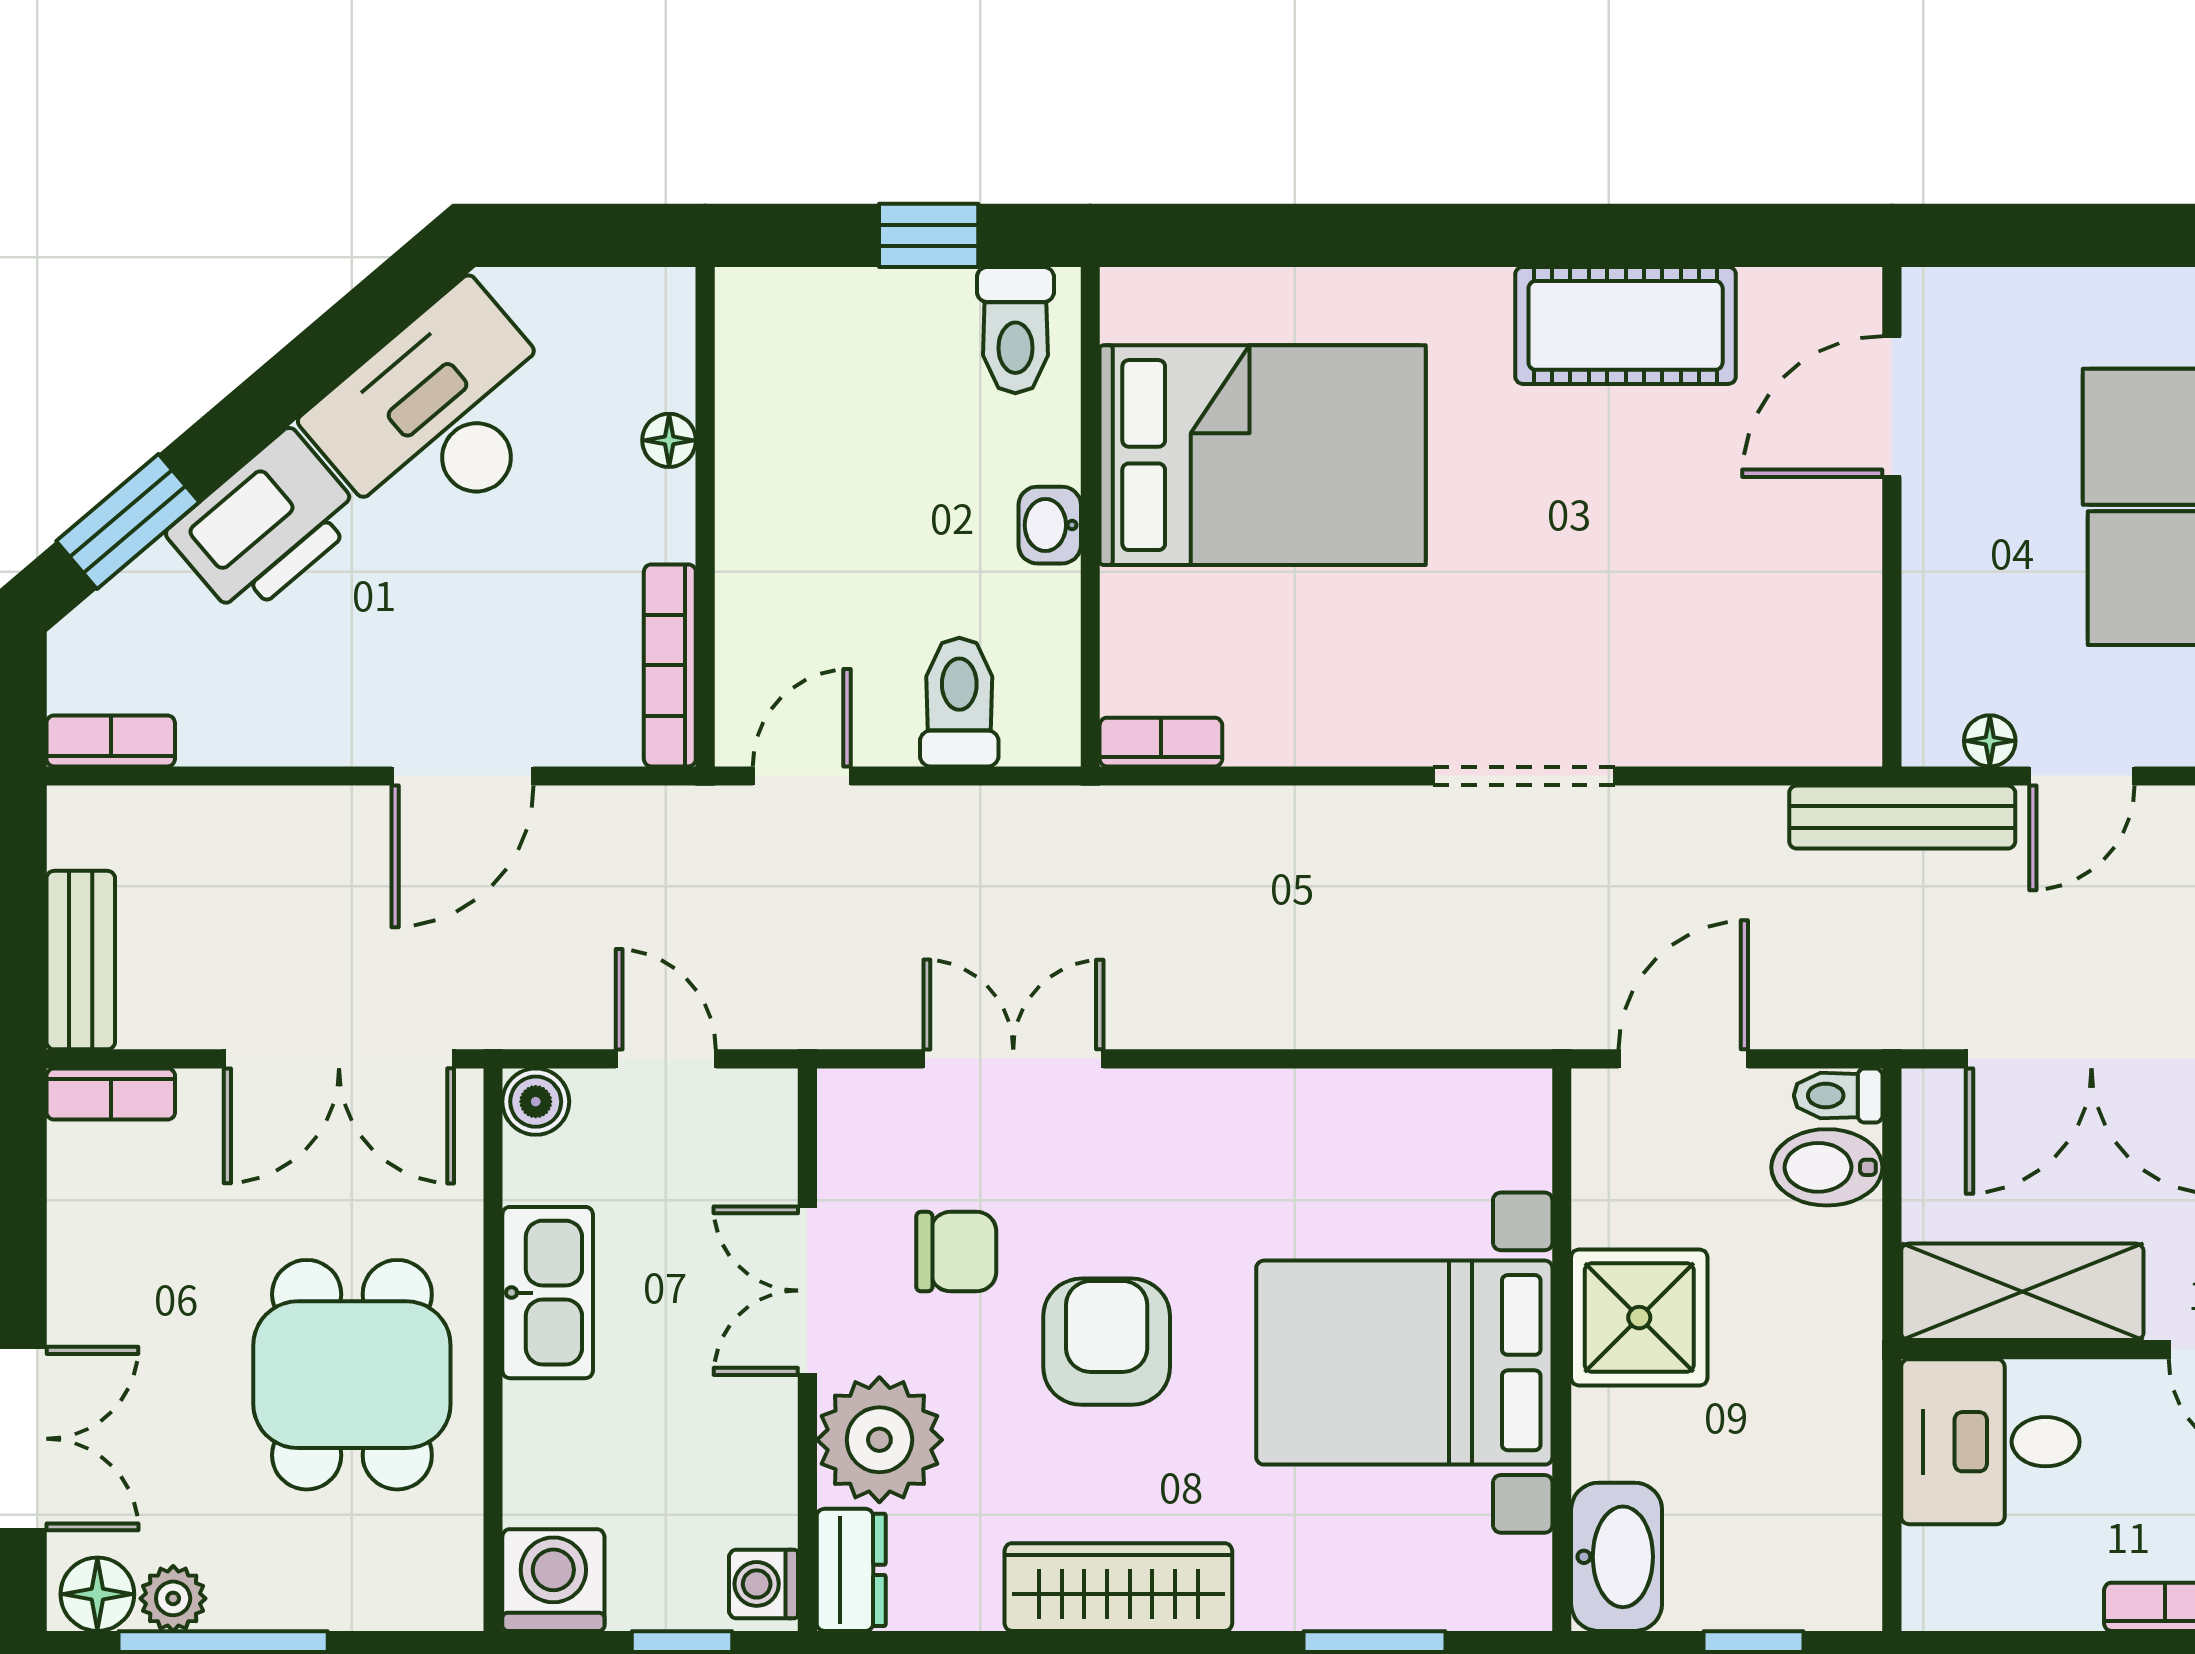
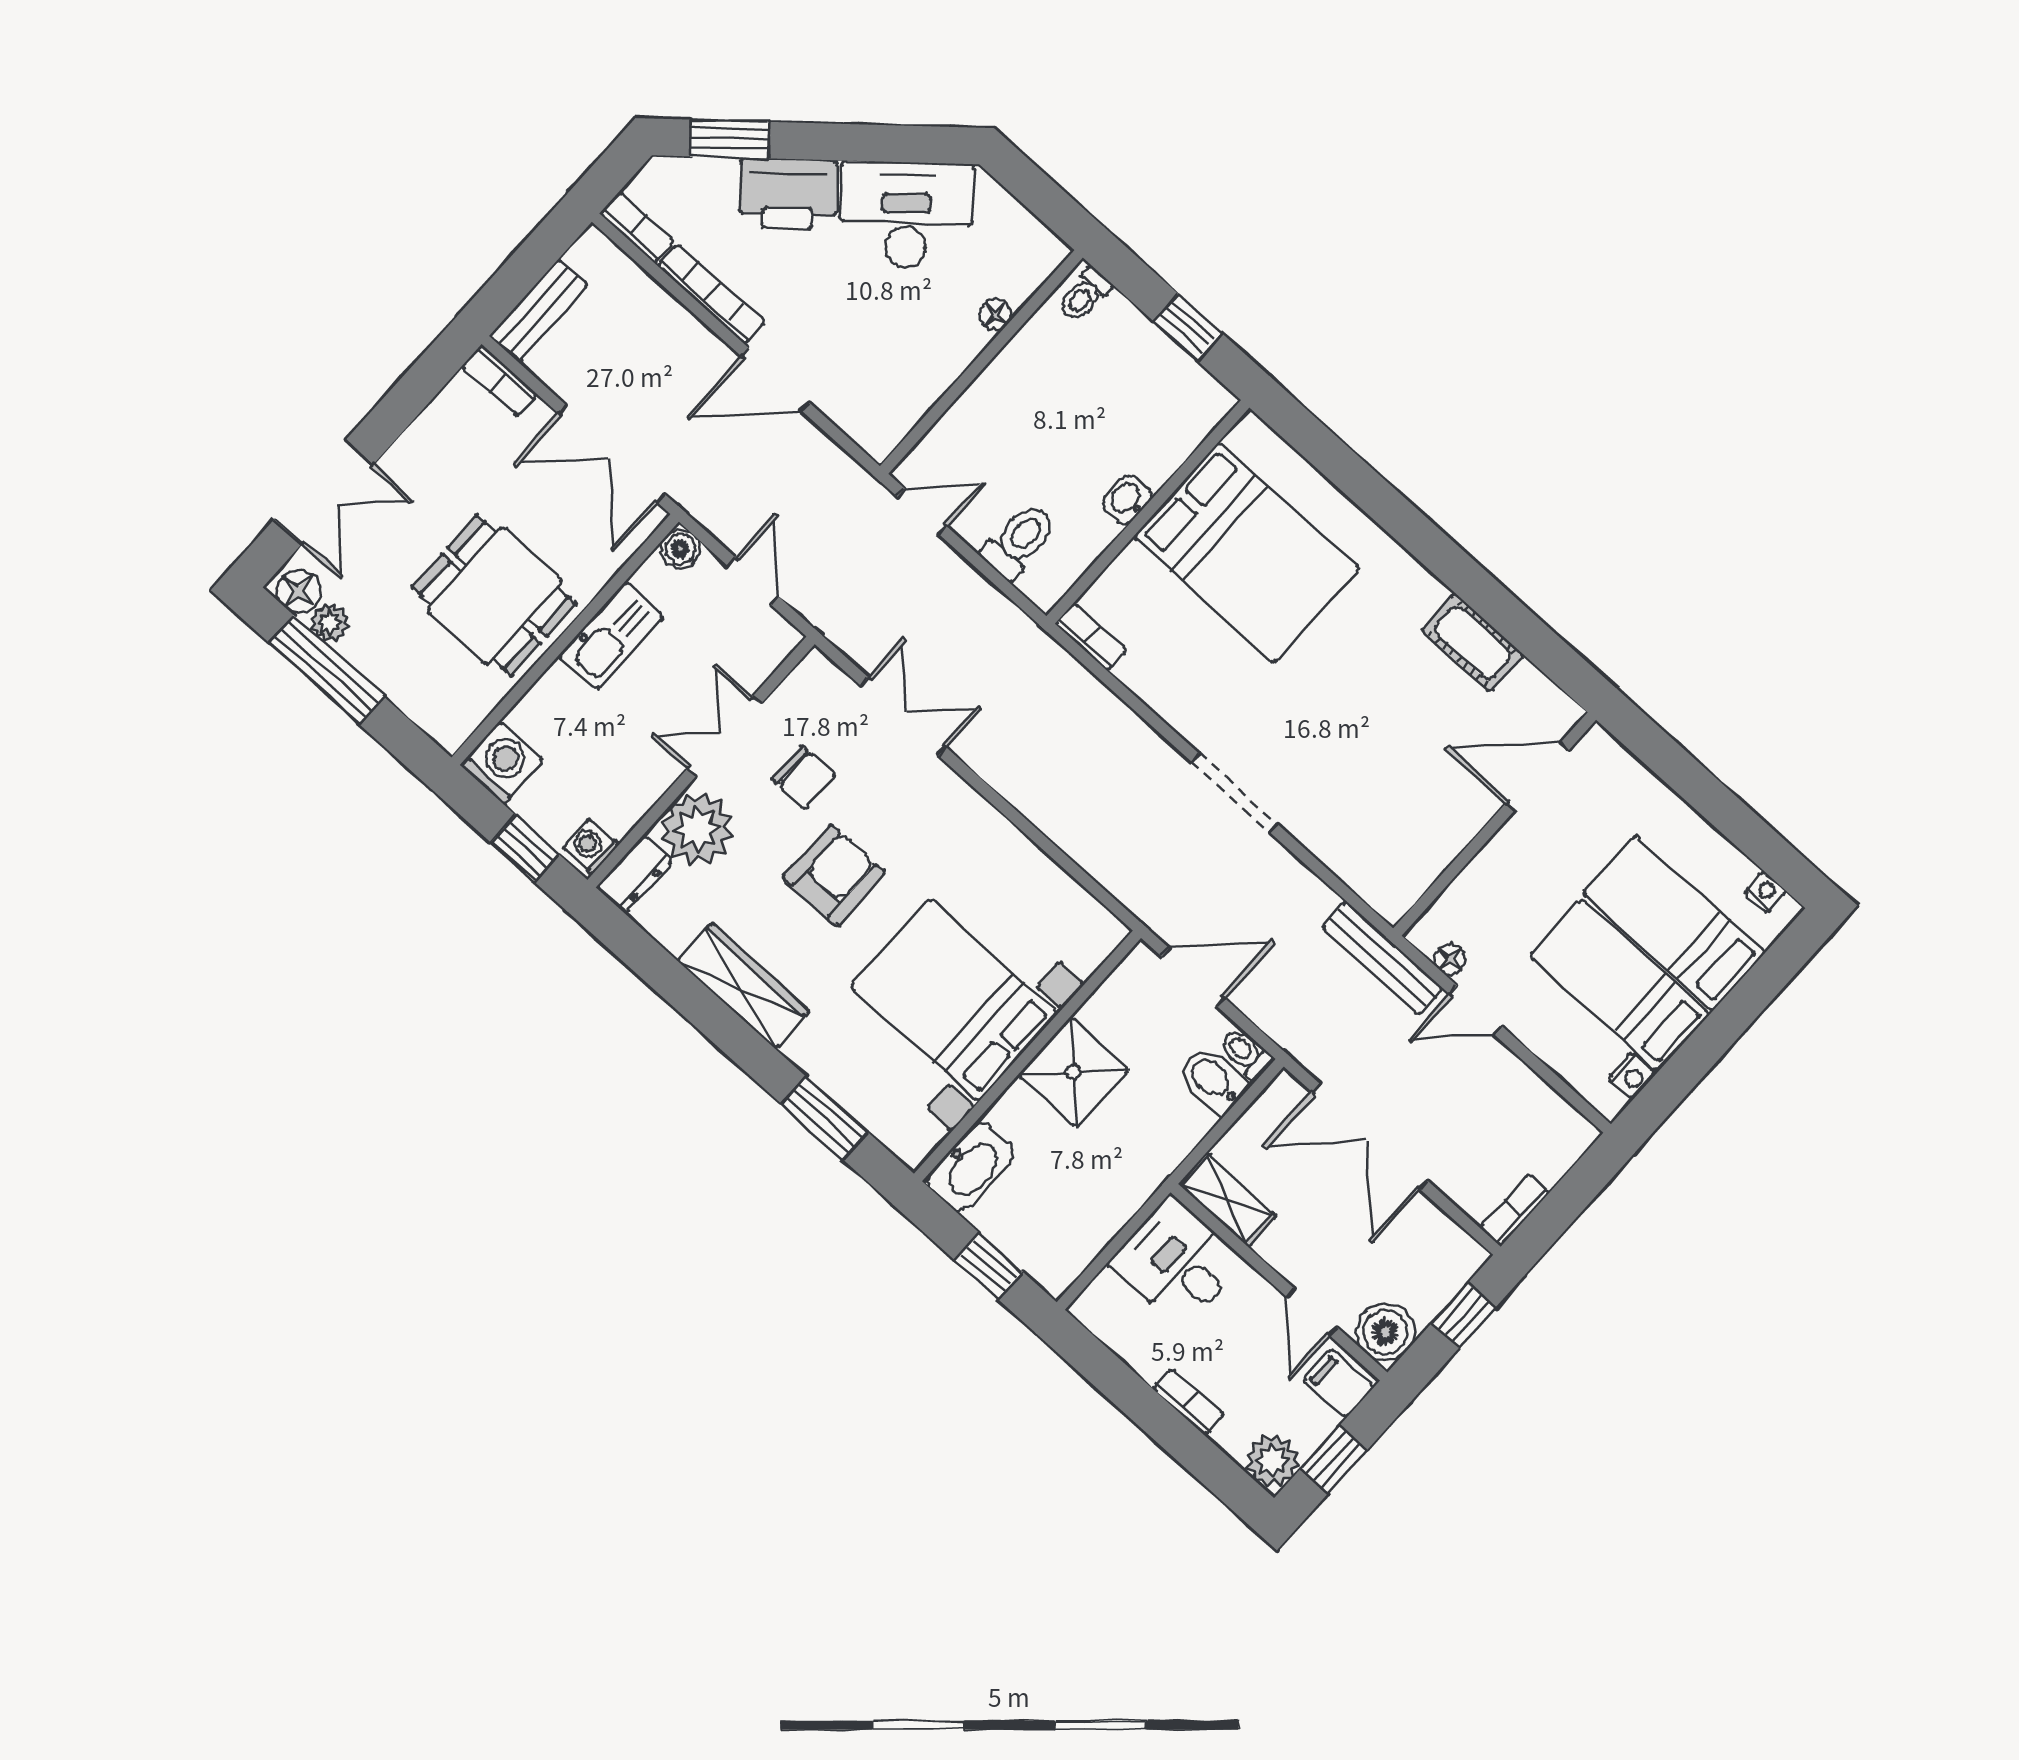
cot: (1626, 325) -> (1473, 643), width x0.73, depth x0.75
toilet: (1015, 330) -> (1085, 295), moved, width x0.73, depth x0.72
bookcase: (670, 665) -> (711, 294), moved, turned 90
shelving: (2022, 1292) -> (1227, 1200), width x0.67, depth x0.75
dining table: (352, 1375) -> (494, 595), turned 90

